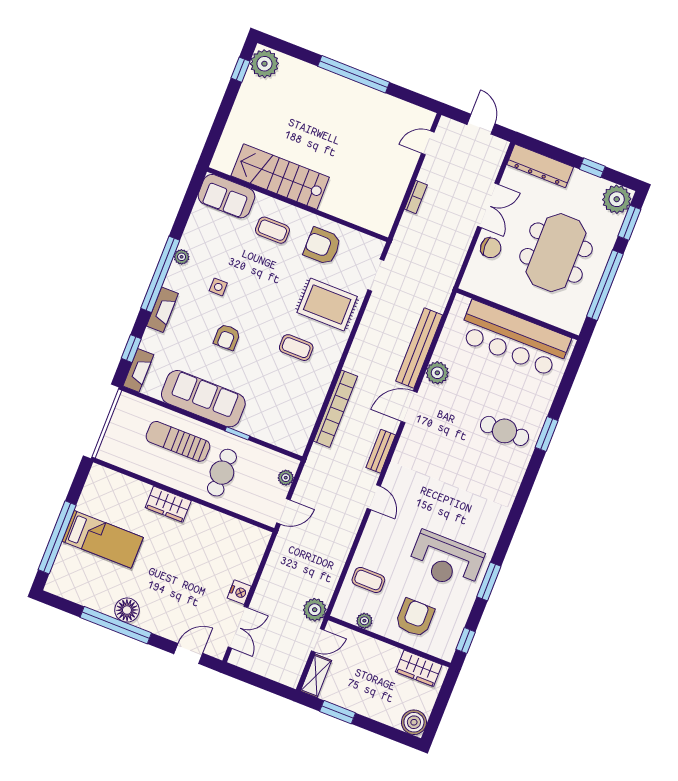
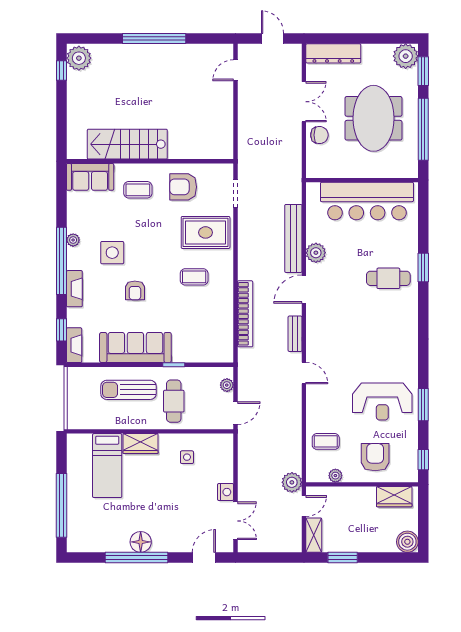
window: (592, 168) -> (376, 38), removed
bookcase: (416, 197) -> (243, 118), removed
side table: (218, 287) -> (112, 253), width x1.87, depth x1.87
side table: (213, 538) -> (187, 457), added
bed: (103, 539) -> (107, 466), moved, turned 90

